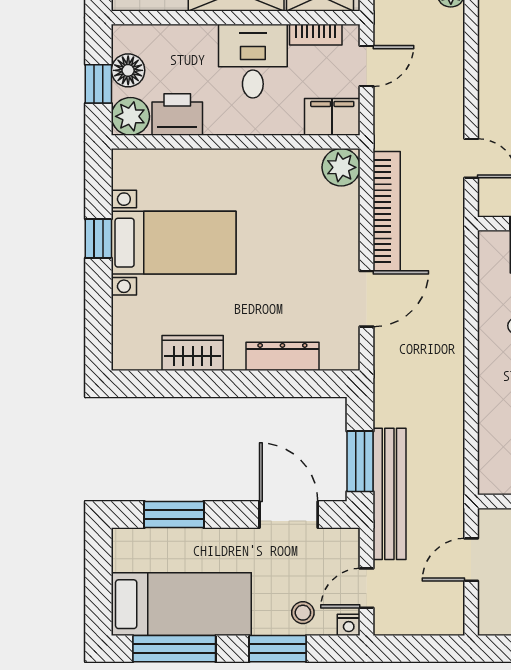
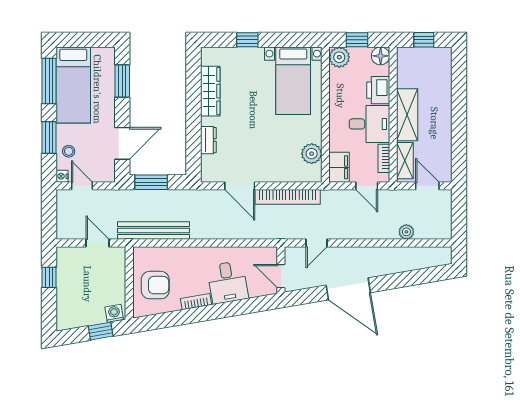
floor lamp: (128, 70) -> (381, 56), moved
printer: (177, 114) -> (378, 90), moved, turned 180
plant: (341, 167) -> (312, 154), moved
window: (98, 238) -> (247, 40), moved
bed with nightstands: (174, 243) -> (293, 81), moved
wardrobe: (193, 353) -> (210, 91), width x1.50
dresser: (282, 356) -> (208, 140), width x0.70
bench: (389, 494) -> (154, 231), moved

